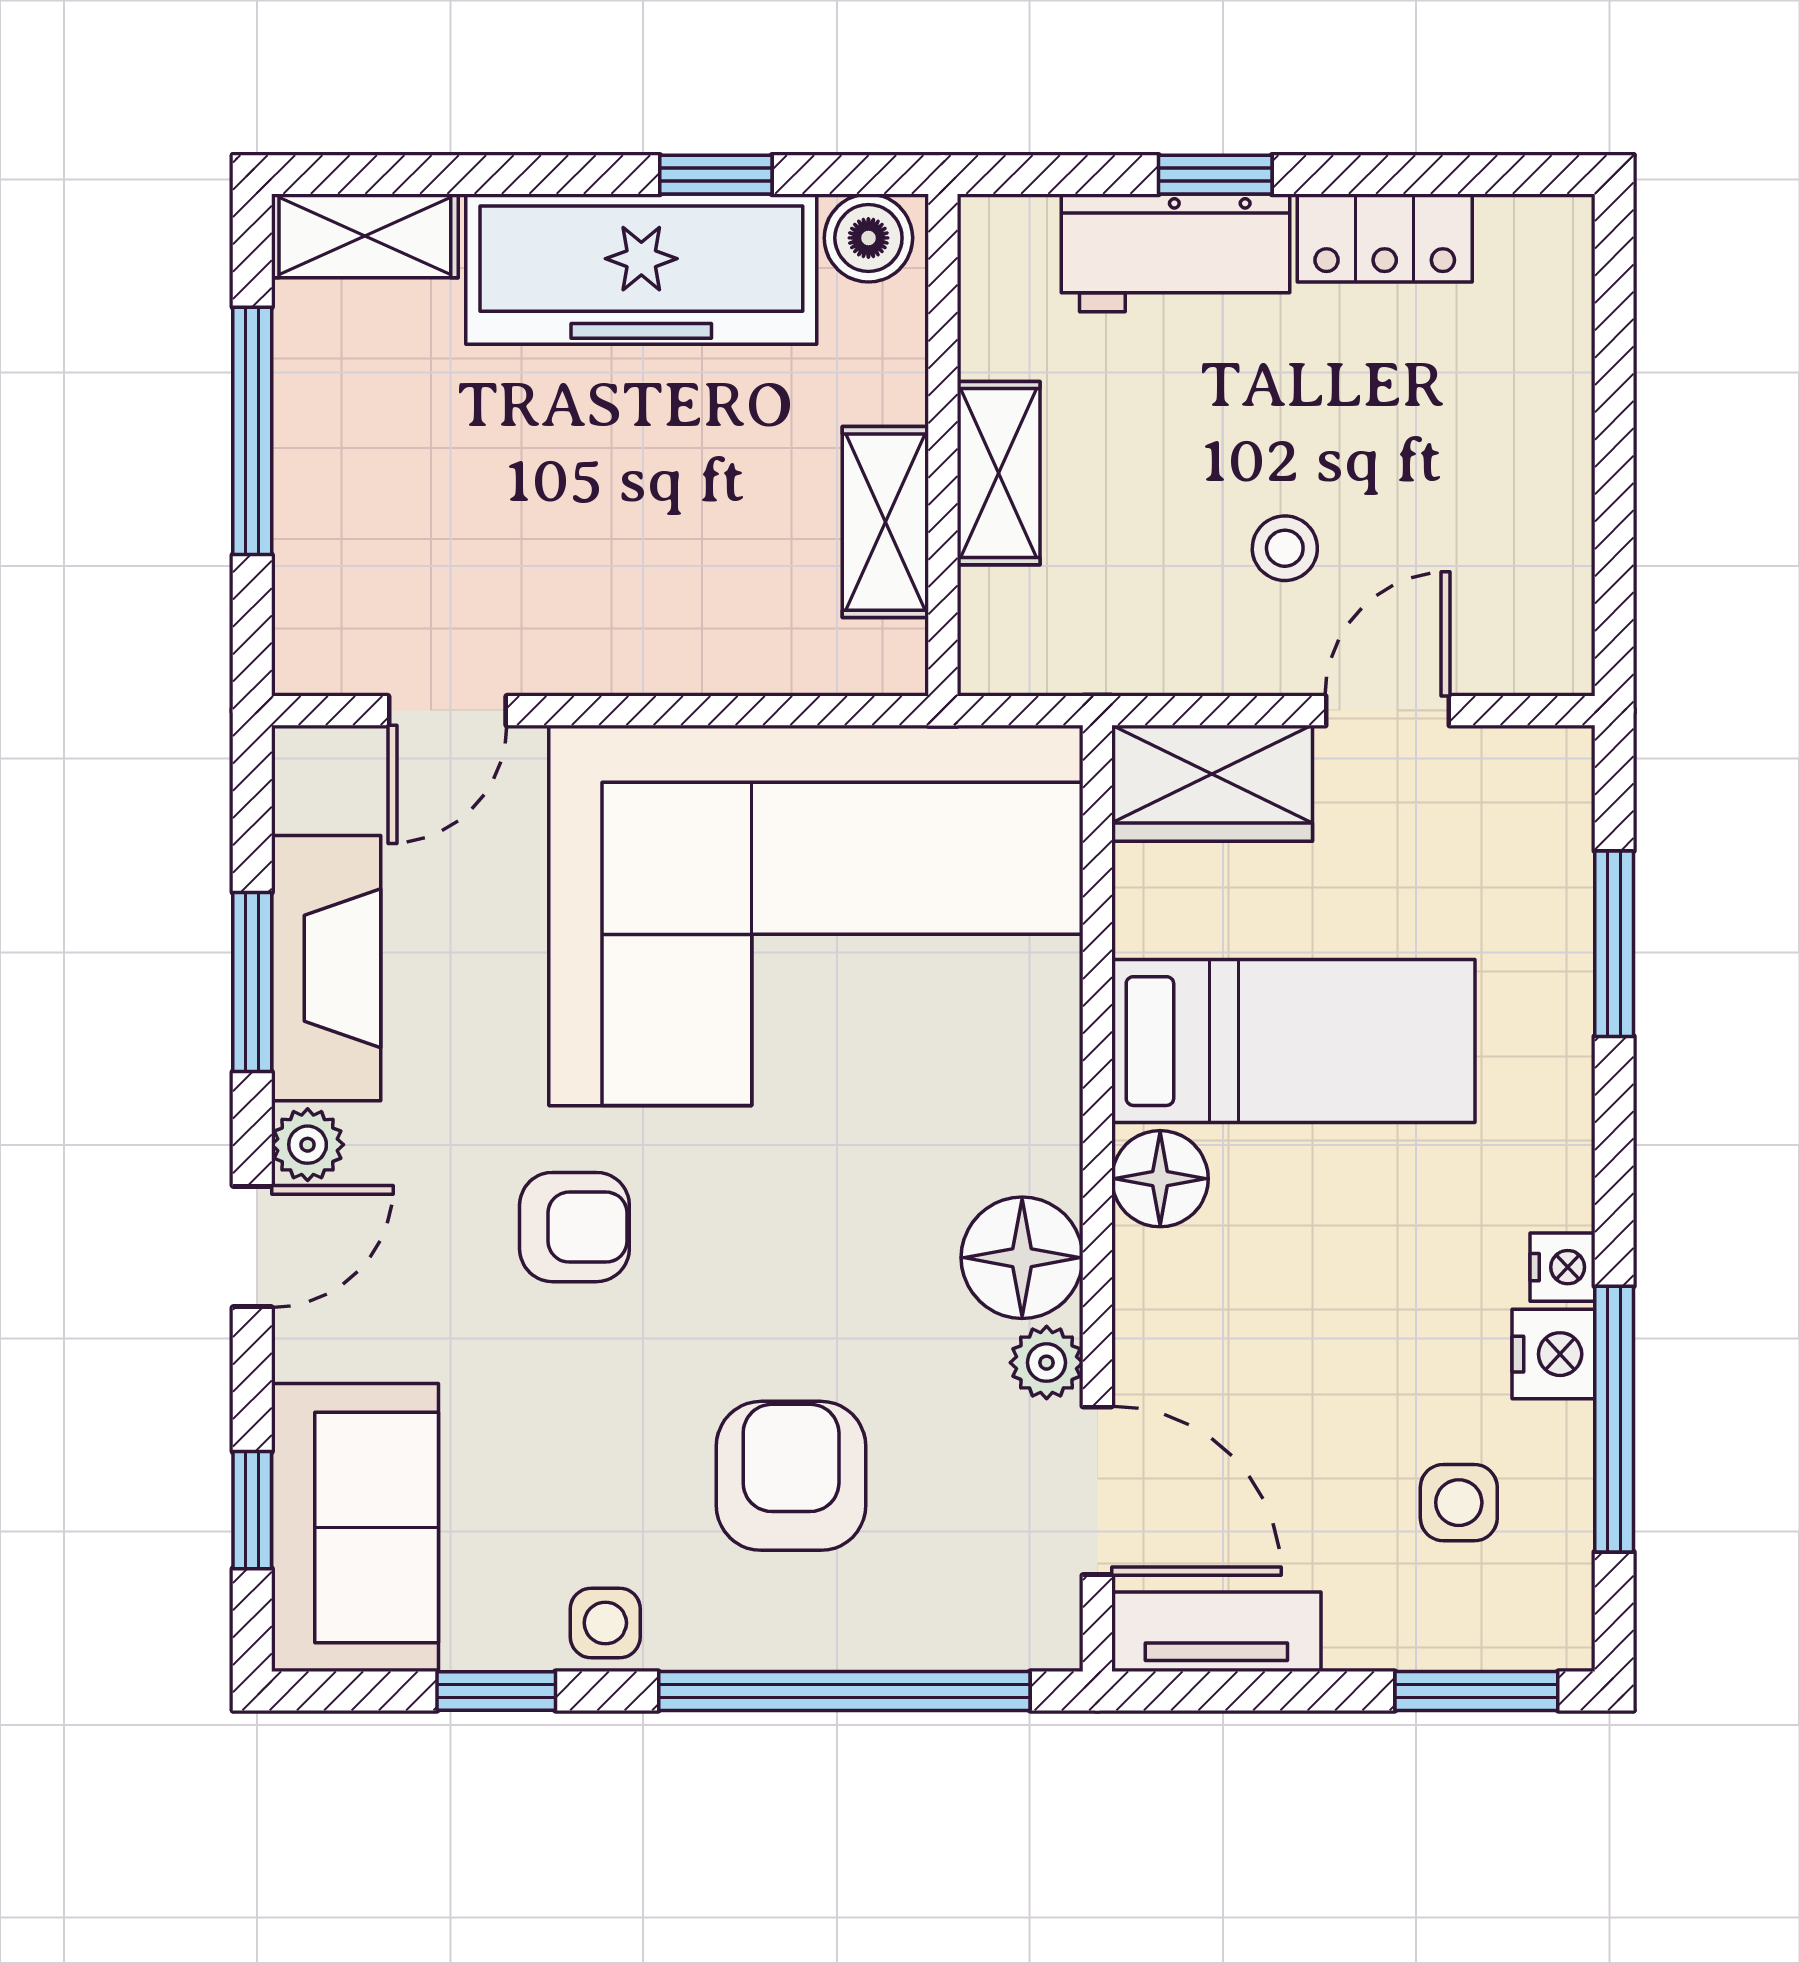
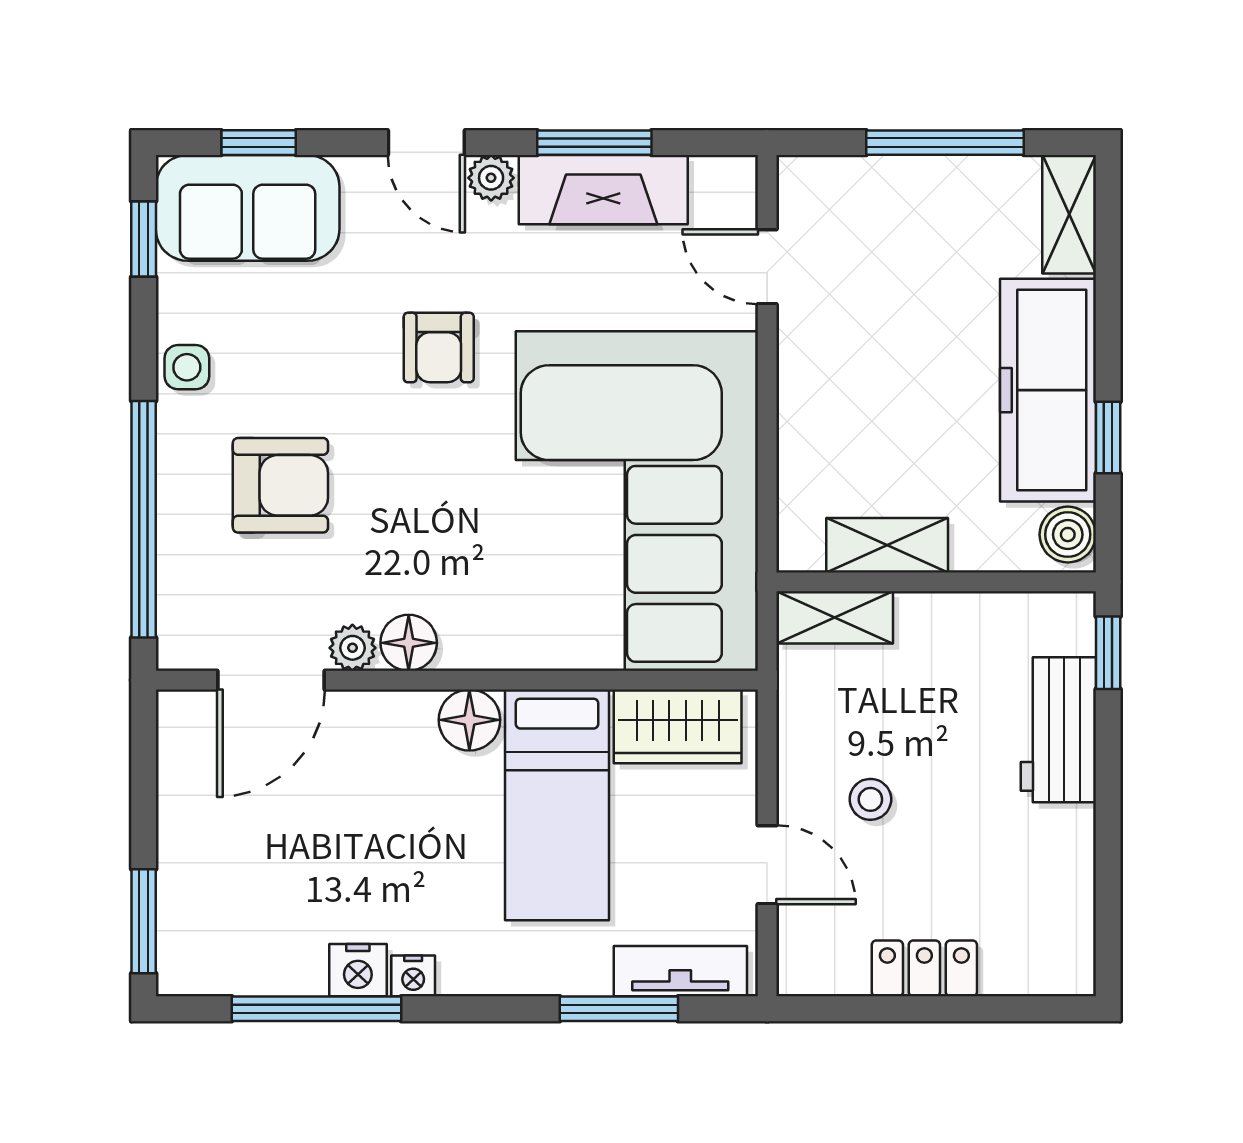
window: (1215, 175) -> (1108, 653), moved
locker: (1385, 238) -> (924, 968), moved, turned 90
shelving: (999, 473) -> (835, 617), moved
wardrobe: (1212, 783) -> (678, 726), moved, turned -90
floor lamp: (1022, 1258) -> (409, 643), width x0.73, depth x0.73
side table: (1459, 1503) -> (263, 910), removed
tv unit: (1216, 1632) -> (680, 971), moved, turned -90
window: (496, 1691) -> (144, 239), moved

